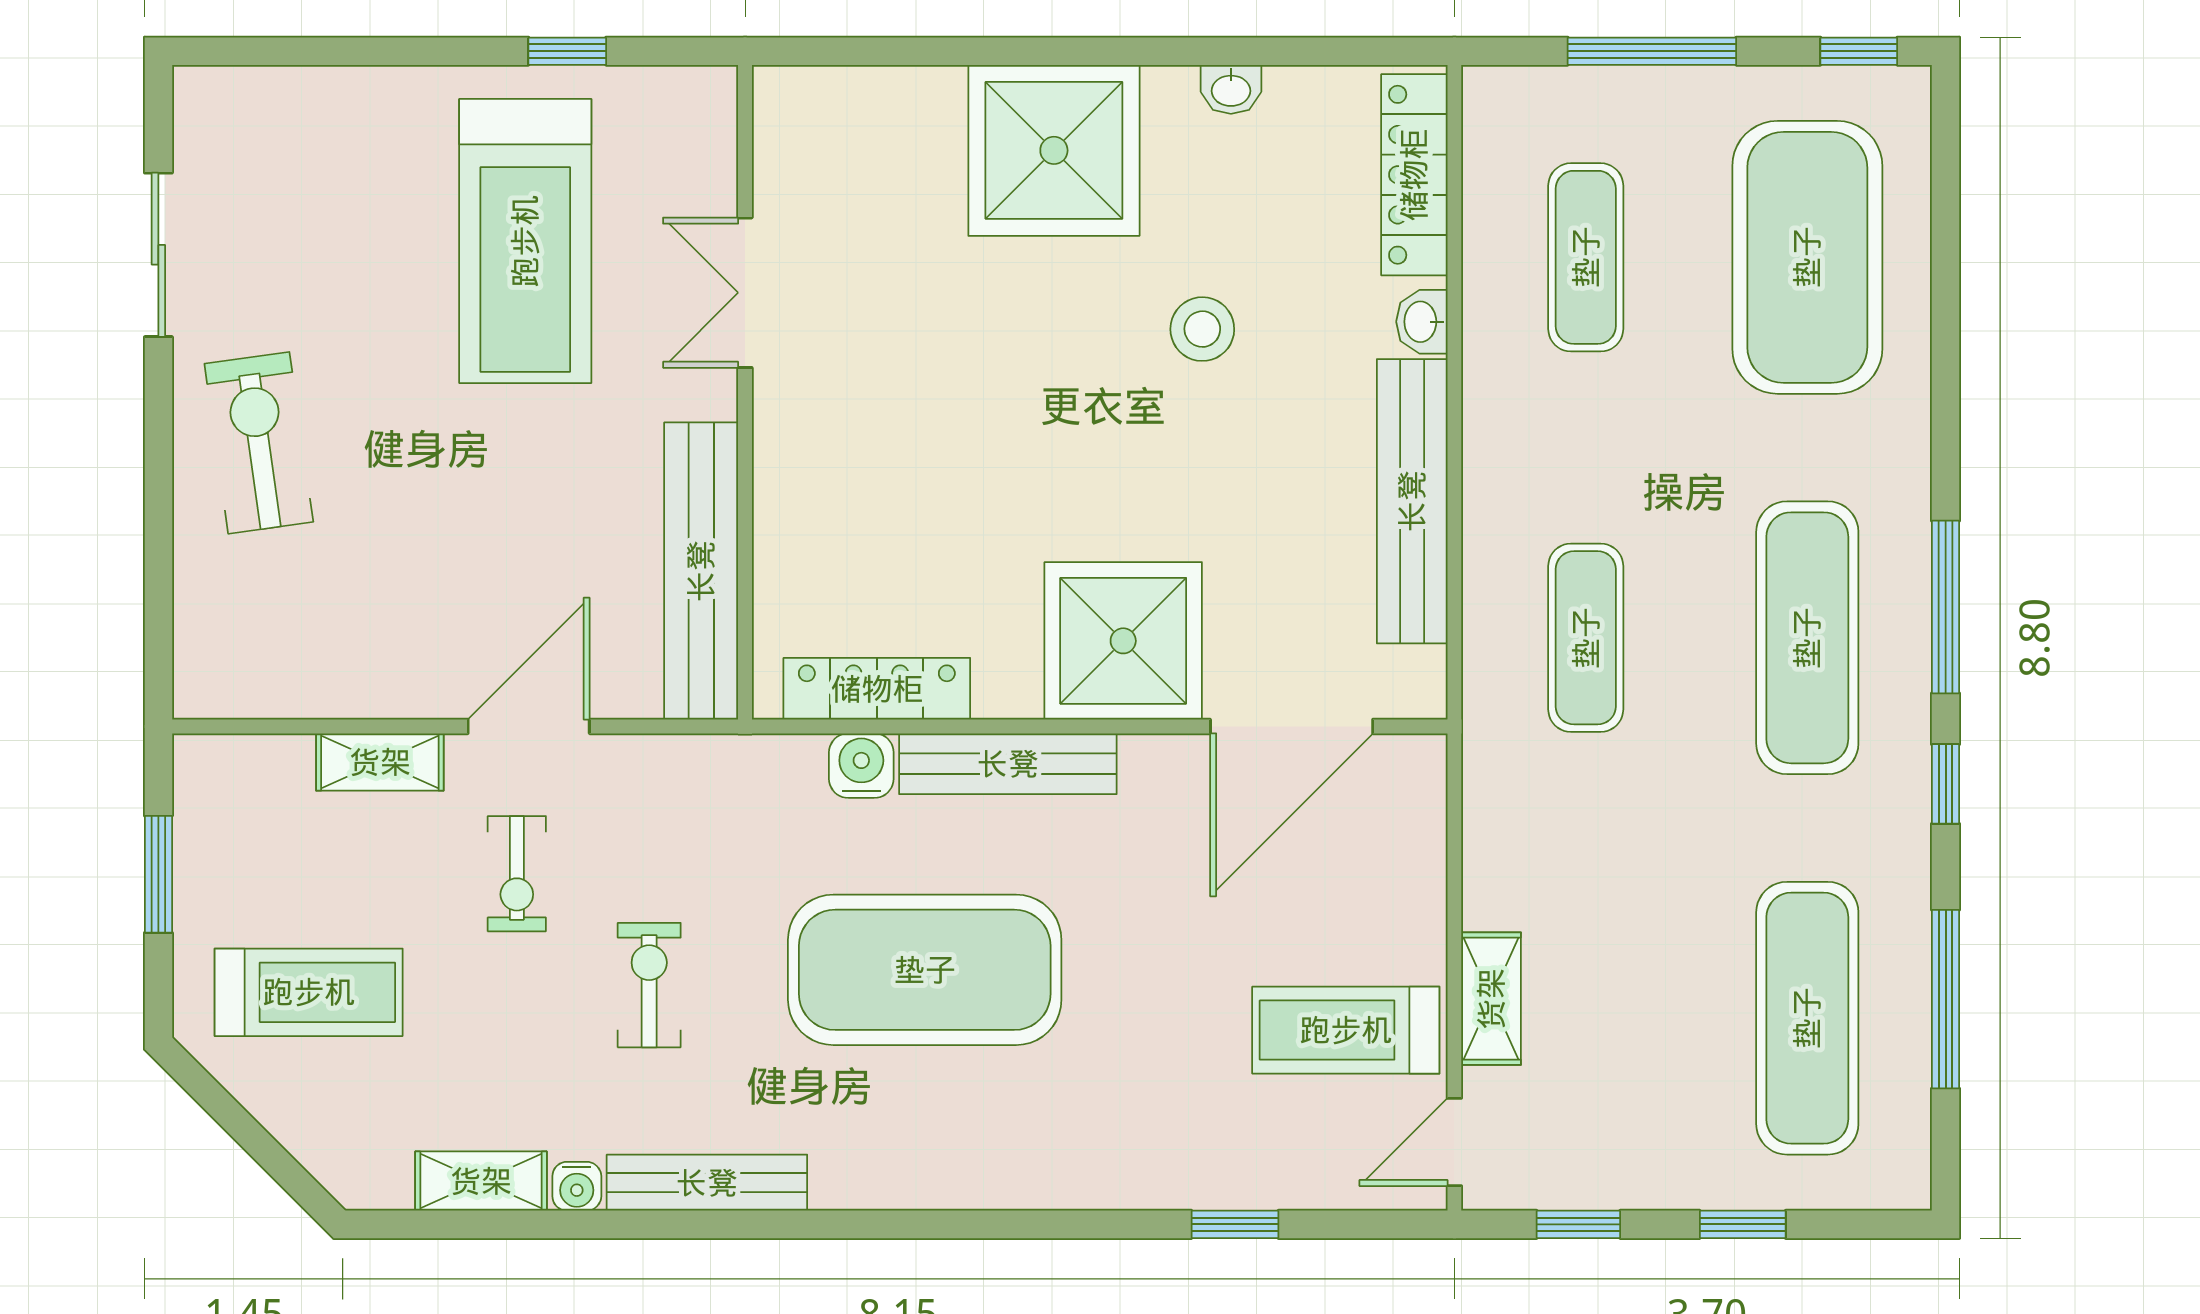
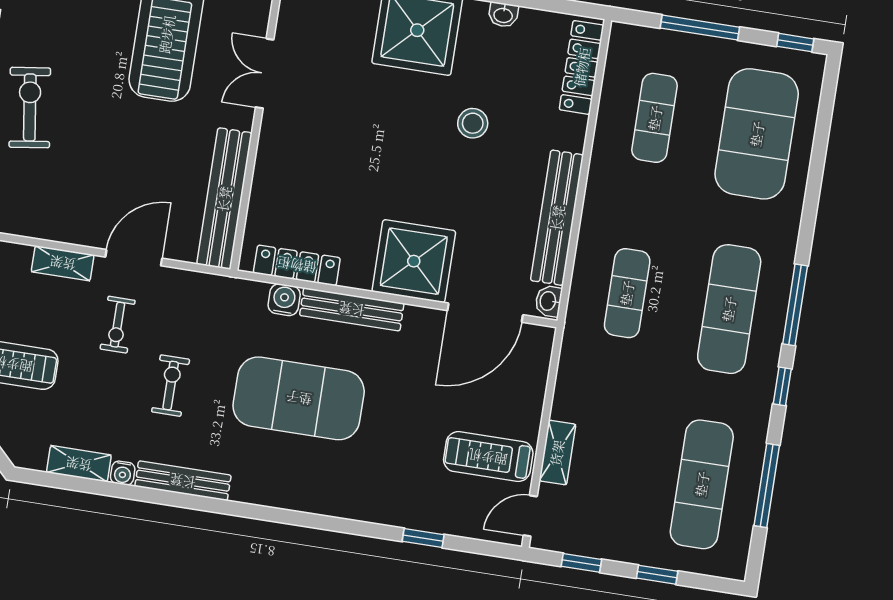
washbasin: (1422, 322) -> (548, 301), moved

